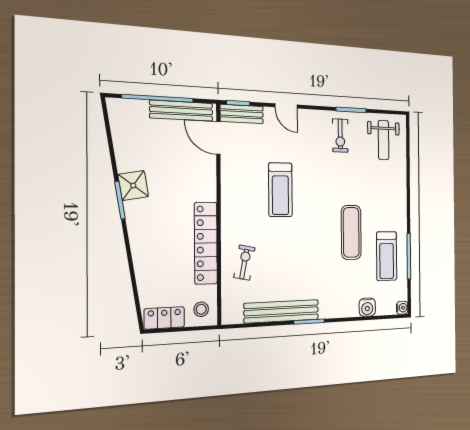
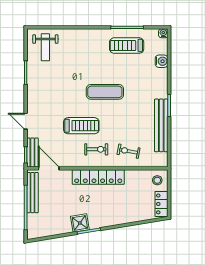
door: (286, 106) -> (26, 121), swing flipped
exercise bike: (340, 136) -> (96, 149), moved
door: (218, 138) -> (49, 168), swing flipped
weight bench: (383, 140) -> (45, 47), turned 90
exercise mat: (351, 232) -> (105, 92), moved
locker: (206, 243) -> (98, 177), moved
treadmill: (387, 256) -> (127, 46), turned 180

